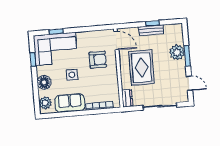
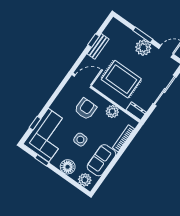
plant: (177, 52) -> (143, 48), moved
plant: (112, 81) -> (112, 112), added

